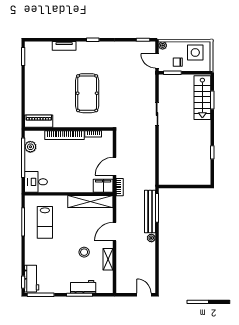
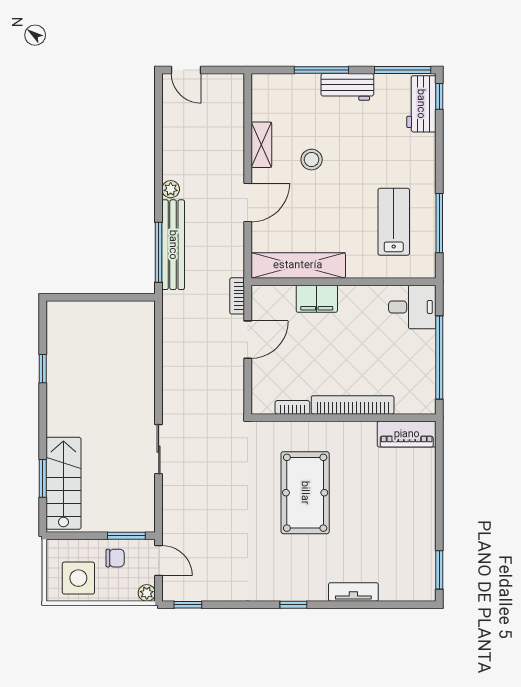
plant: (30, 147) -> (424, 380), removed
filing cabinet: (103, 186) -> (317, 299), moved
workbench: (83, 287) -> (347, 87), moved

